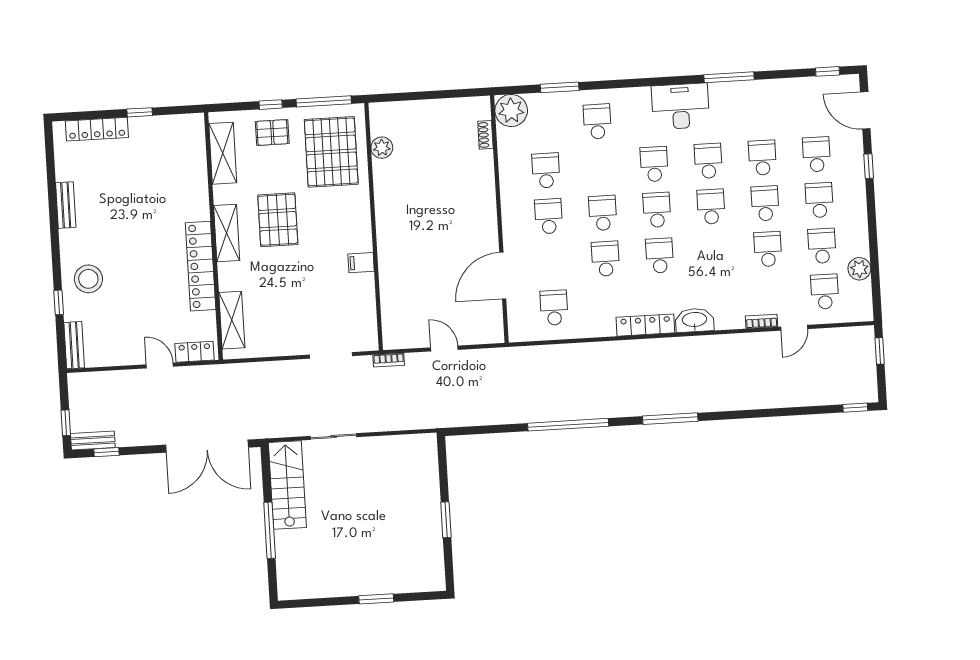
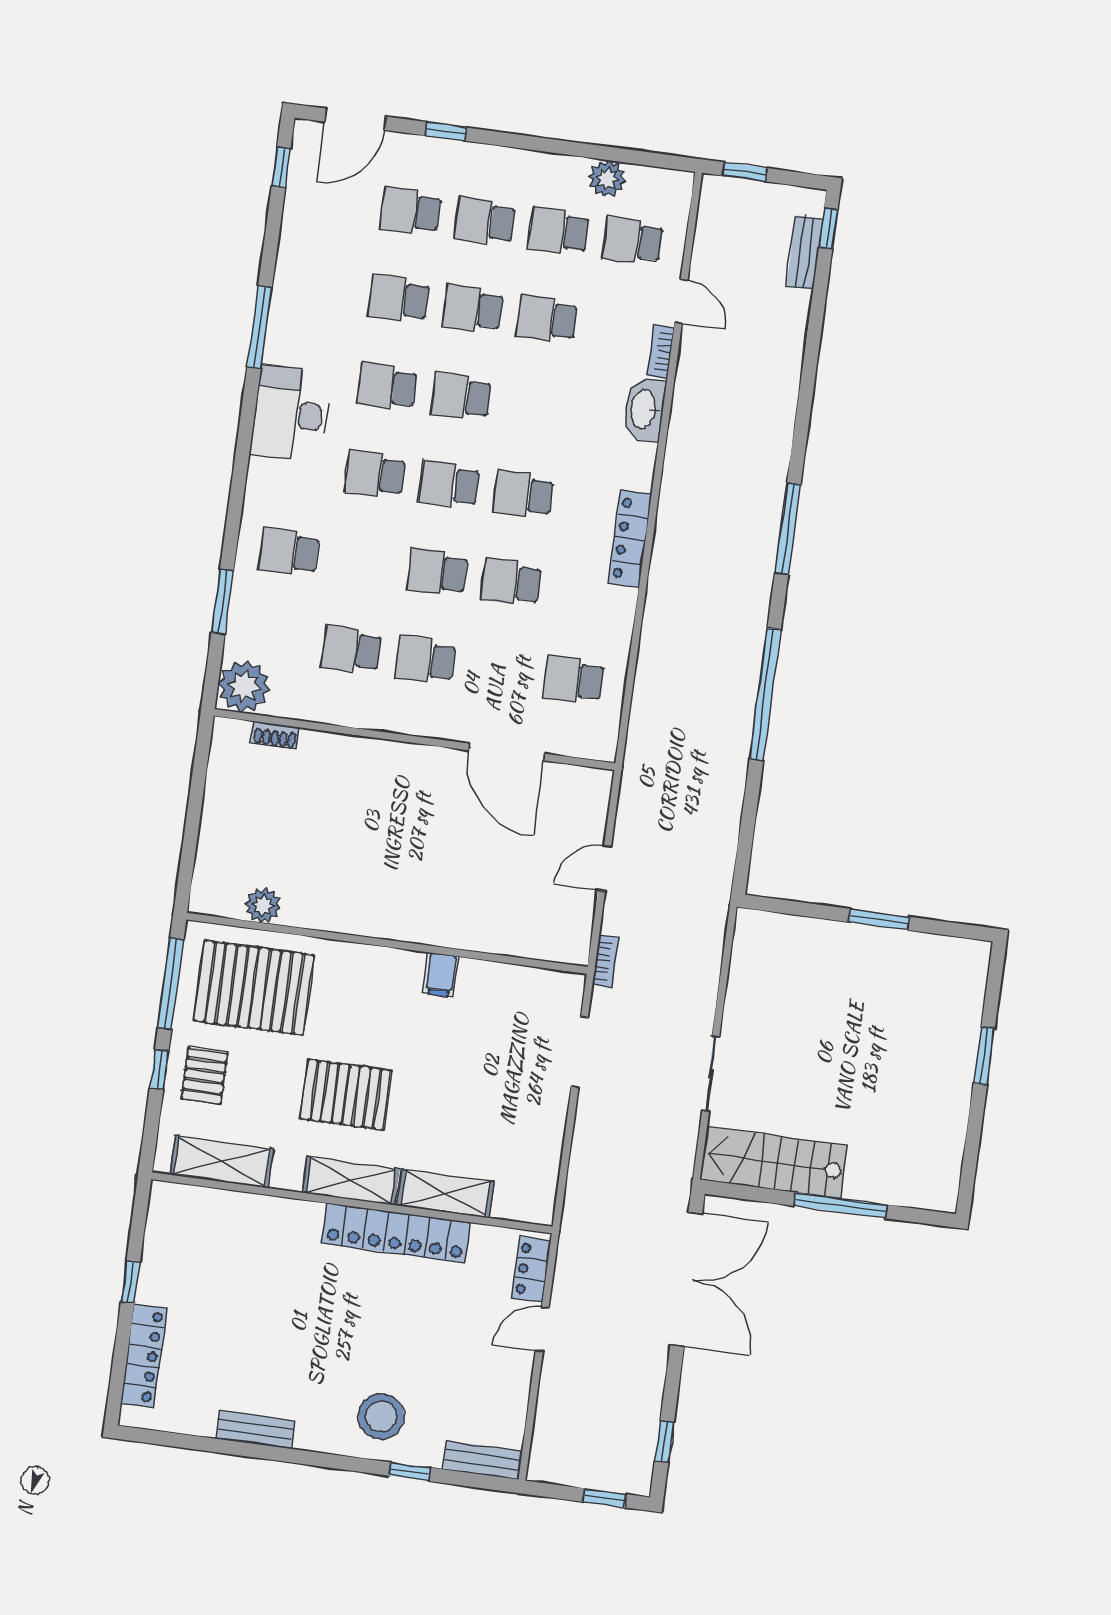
shelving: (232, 320) -> (445, 1193), moved
washbasin: (695, 320) -> (644, 409), moved
bench: (93, 440) -> (805, 252), moved

